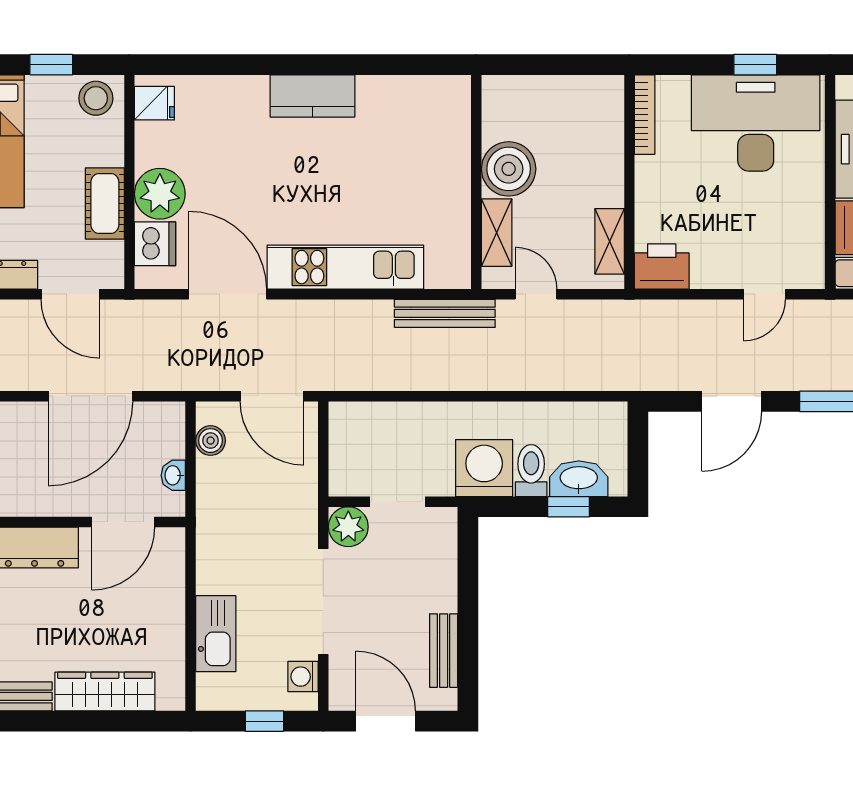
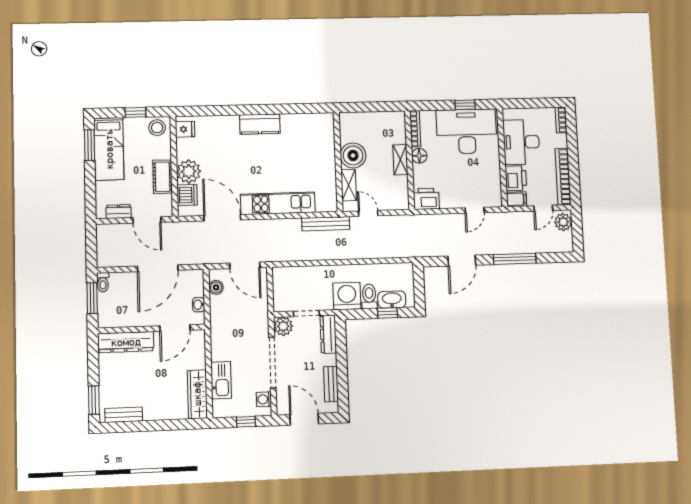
floor lamp: (651, 173) -> (419, 156), added
shelving: (610, 241) -> (400, 160), moved
dresser: (442, 547) -> (328, 334), added
wardrobe: (105, 692) -> (197, 394), moved, turned -90

